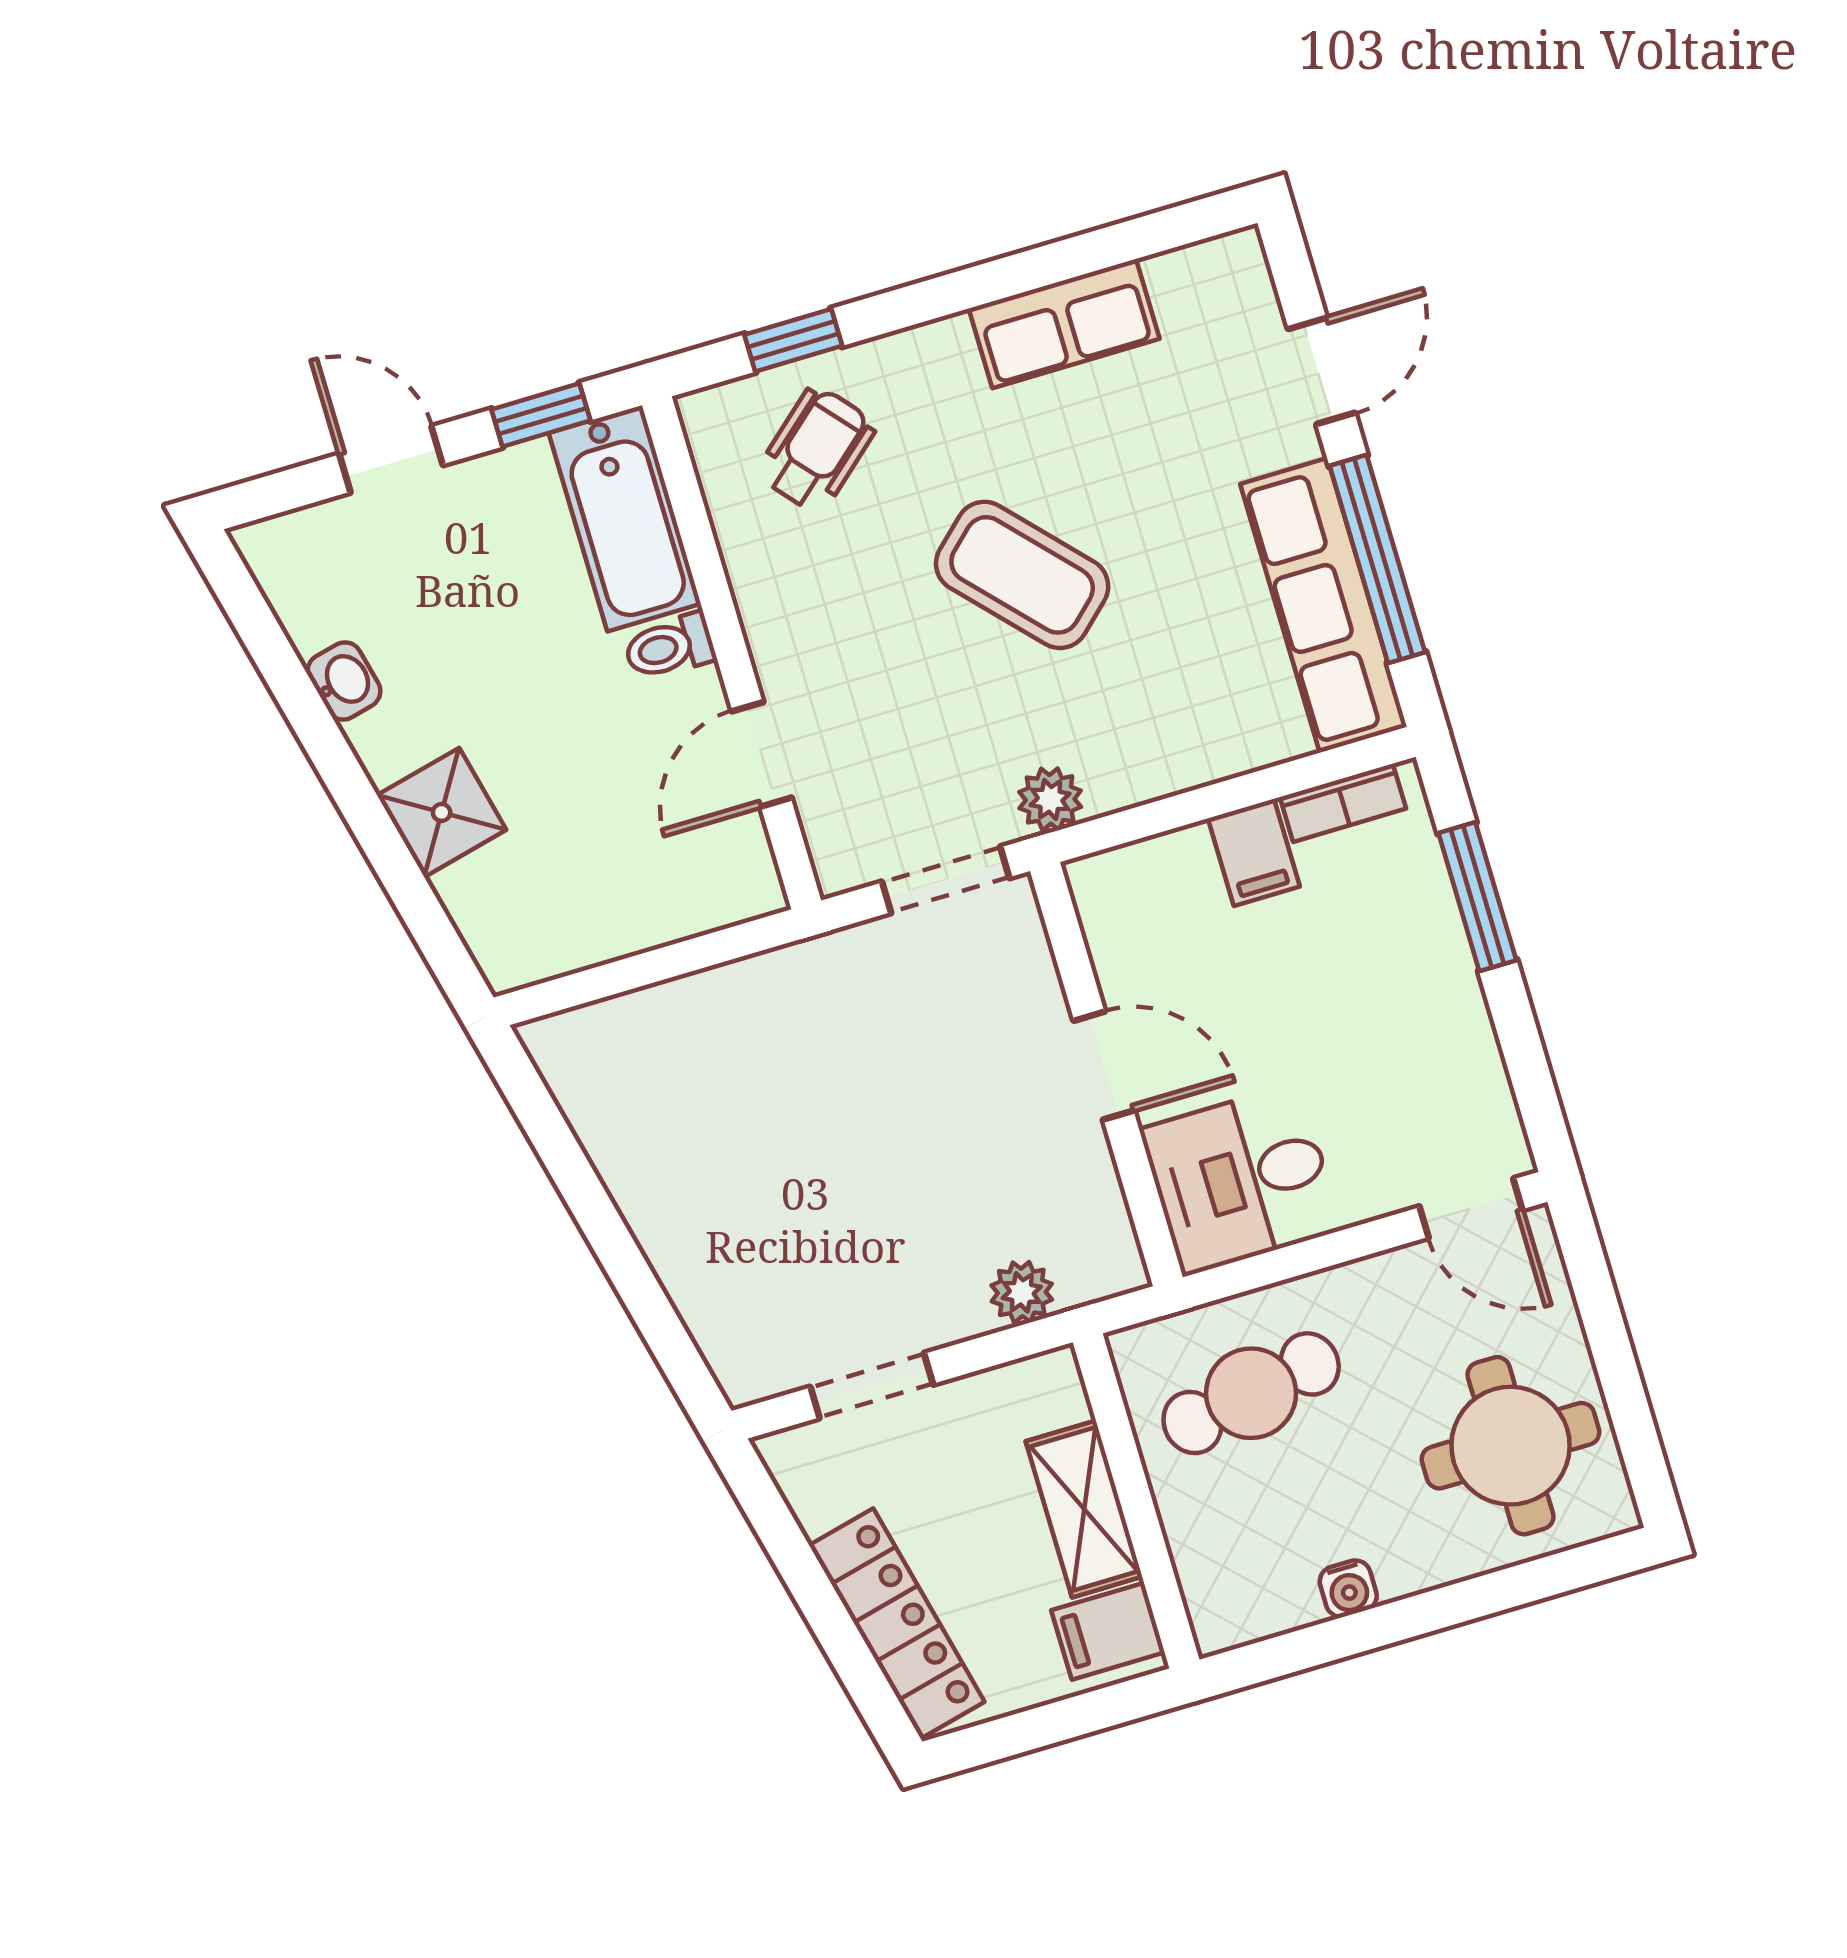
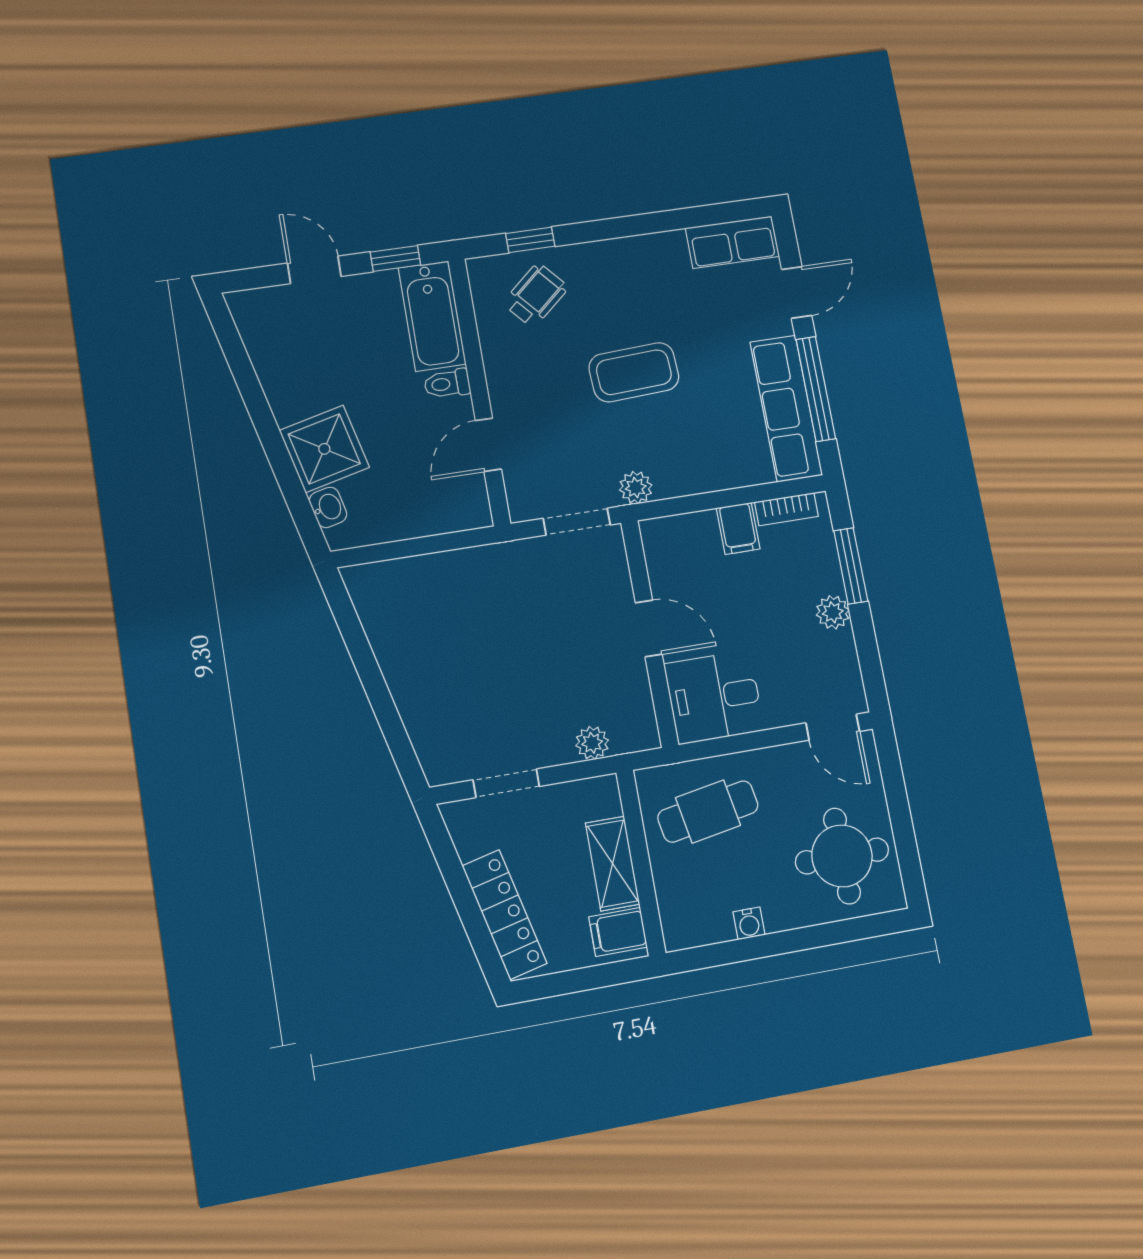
row of seats: (1064, 324) -> (732, 242), moved
coffee table: (1022, 575) -> (634, 372), turned -50
washbasin: (344, 681) -> (328, 507), moved
shower: (442, 812) -> (324, 449), width x1.36, depth x1.36
plant: (1451, 990) -> (833, 612), added

